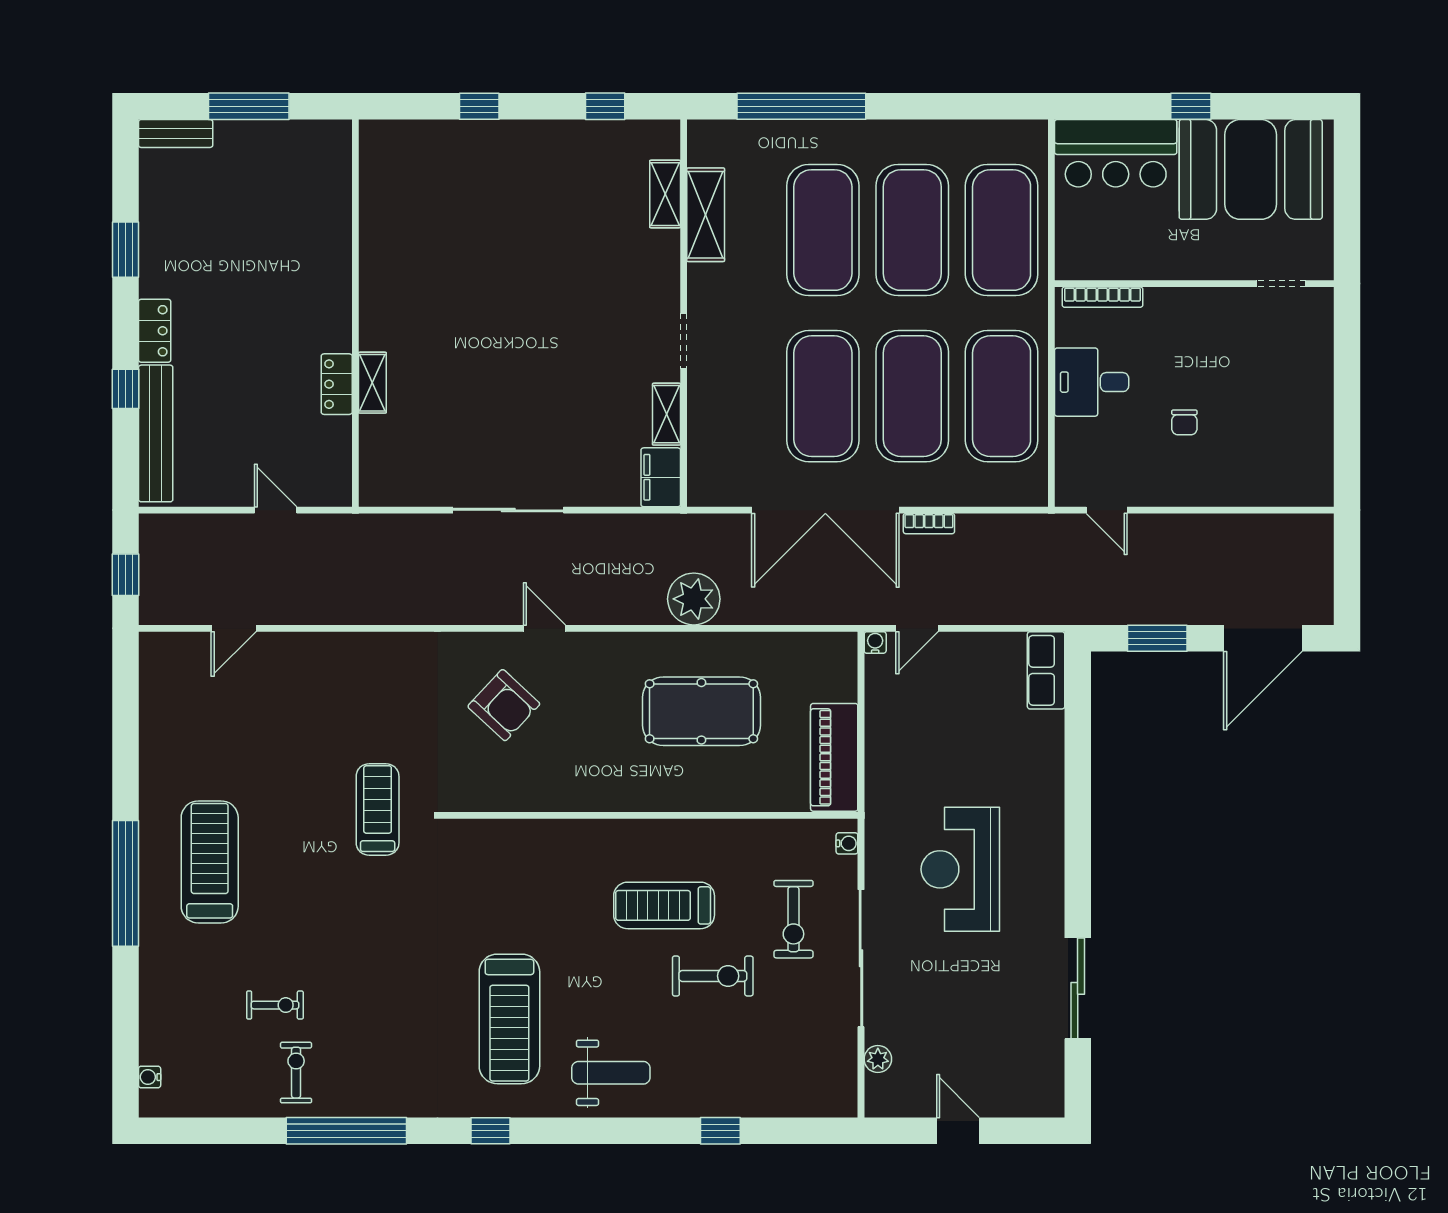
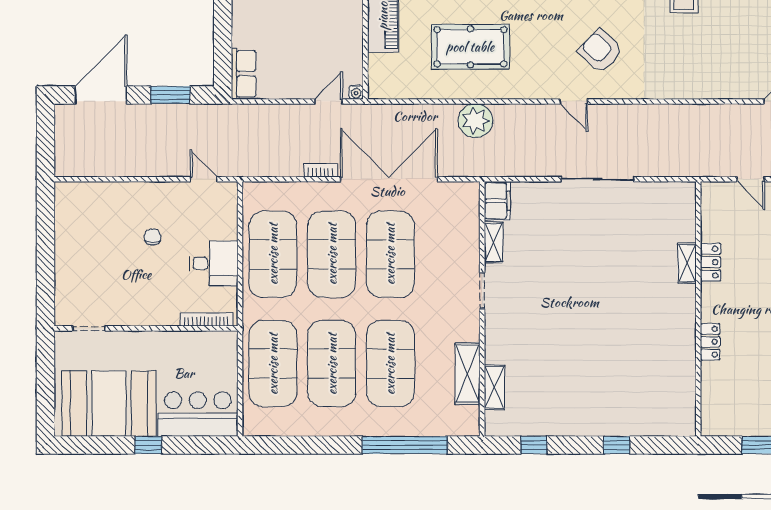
locker: (337, 263) -> (710, 342), added

